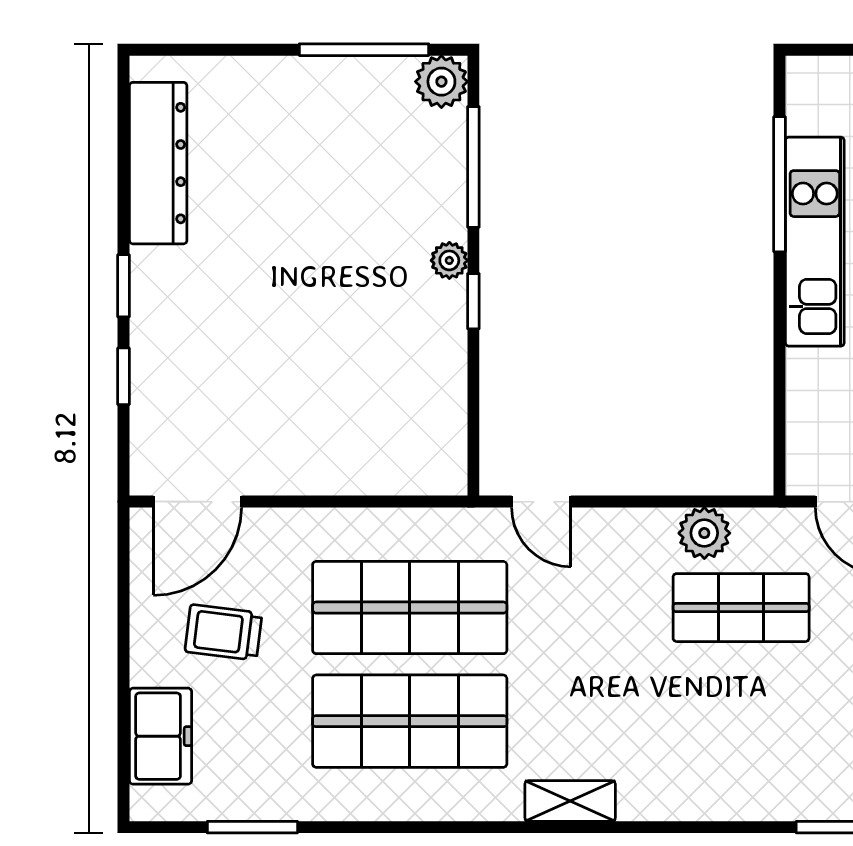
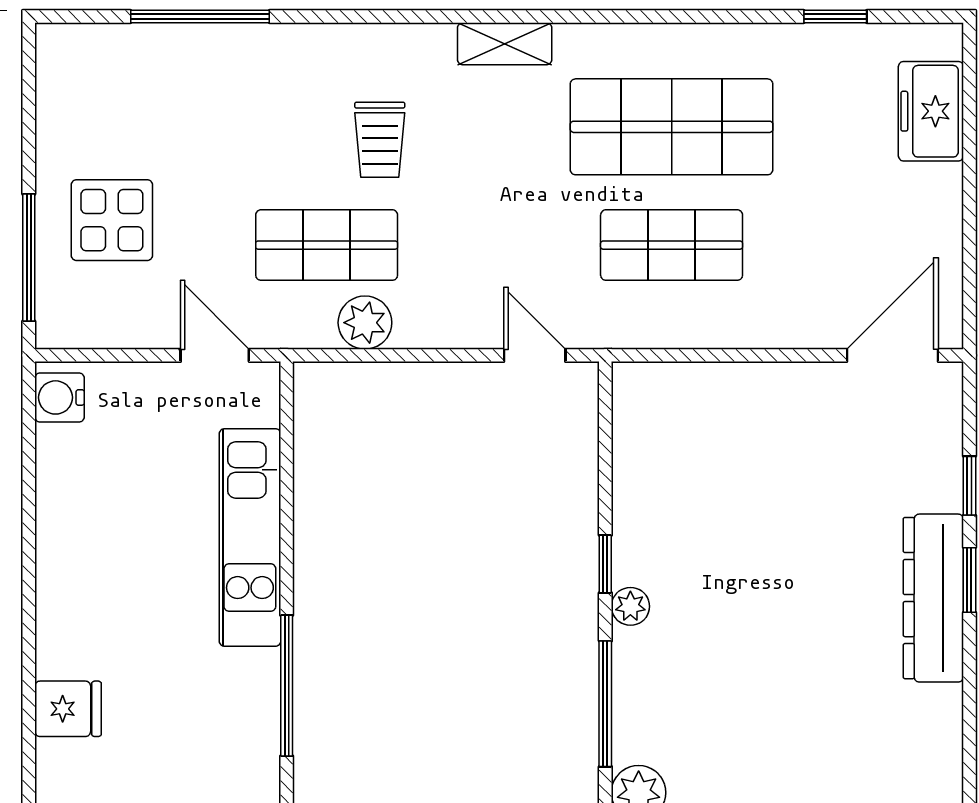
dresser: (158, 163) -> (933, 598), moved
kitchen unit: (815, 242) -> (250, 537), moved
shop shelf: (410, 608) -> (672, 245), width x0.70, depth x0.74
trolley: (223, 632) -> (380, 140), moved, turned 83
window: (252, 827) -> (835, 17), width x0.67

